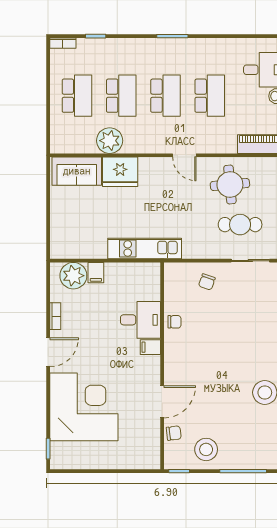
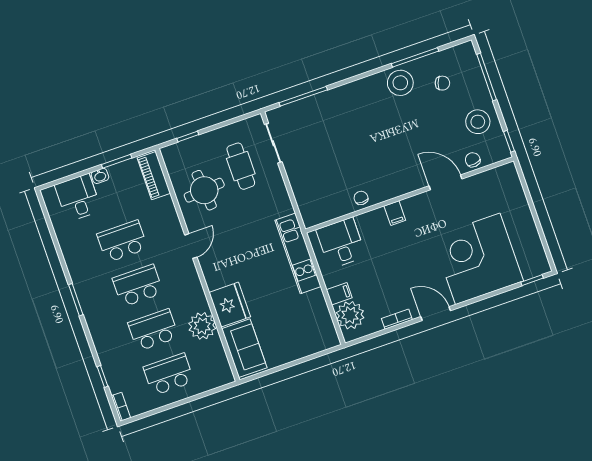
chair: (207, 282) -> (442, 83), moved
desk: (140, 320) -> (341, 243), moved

